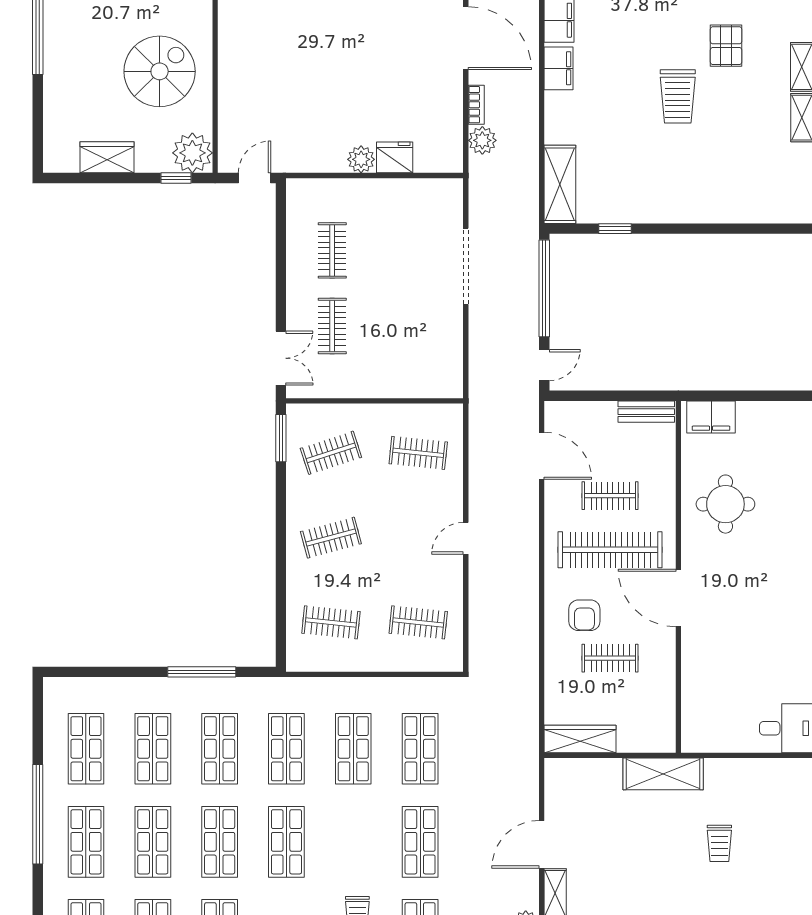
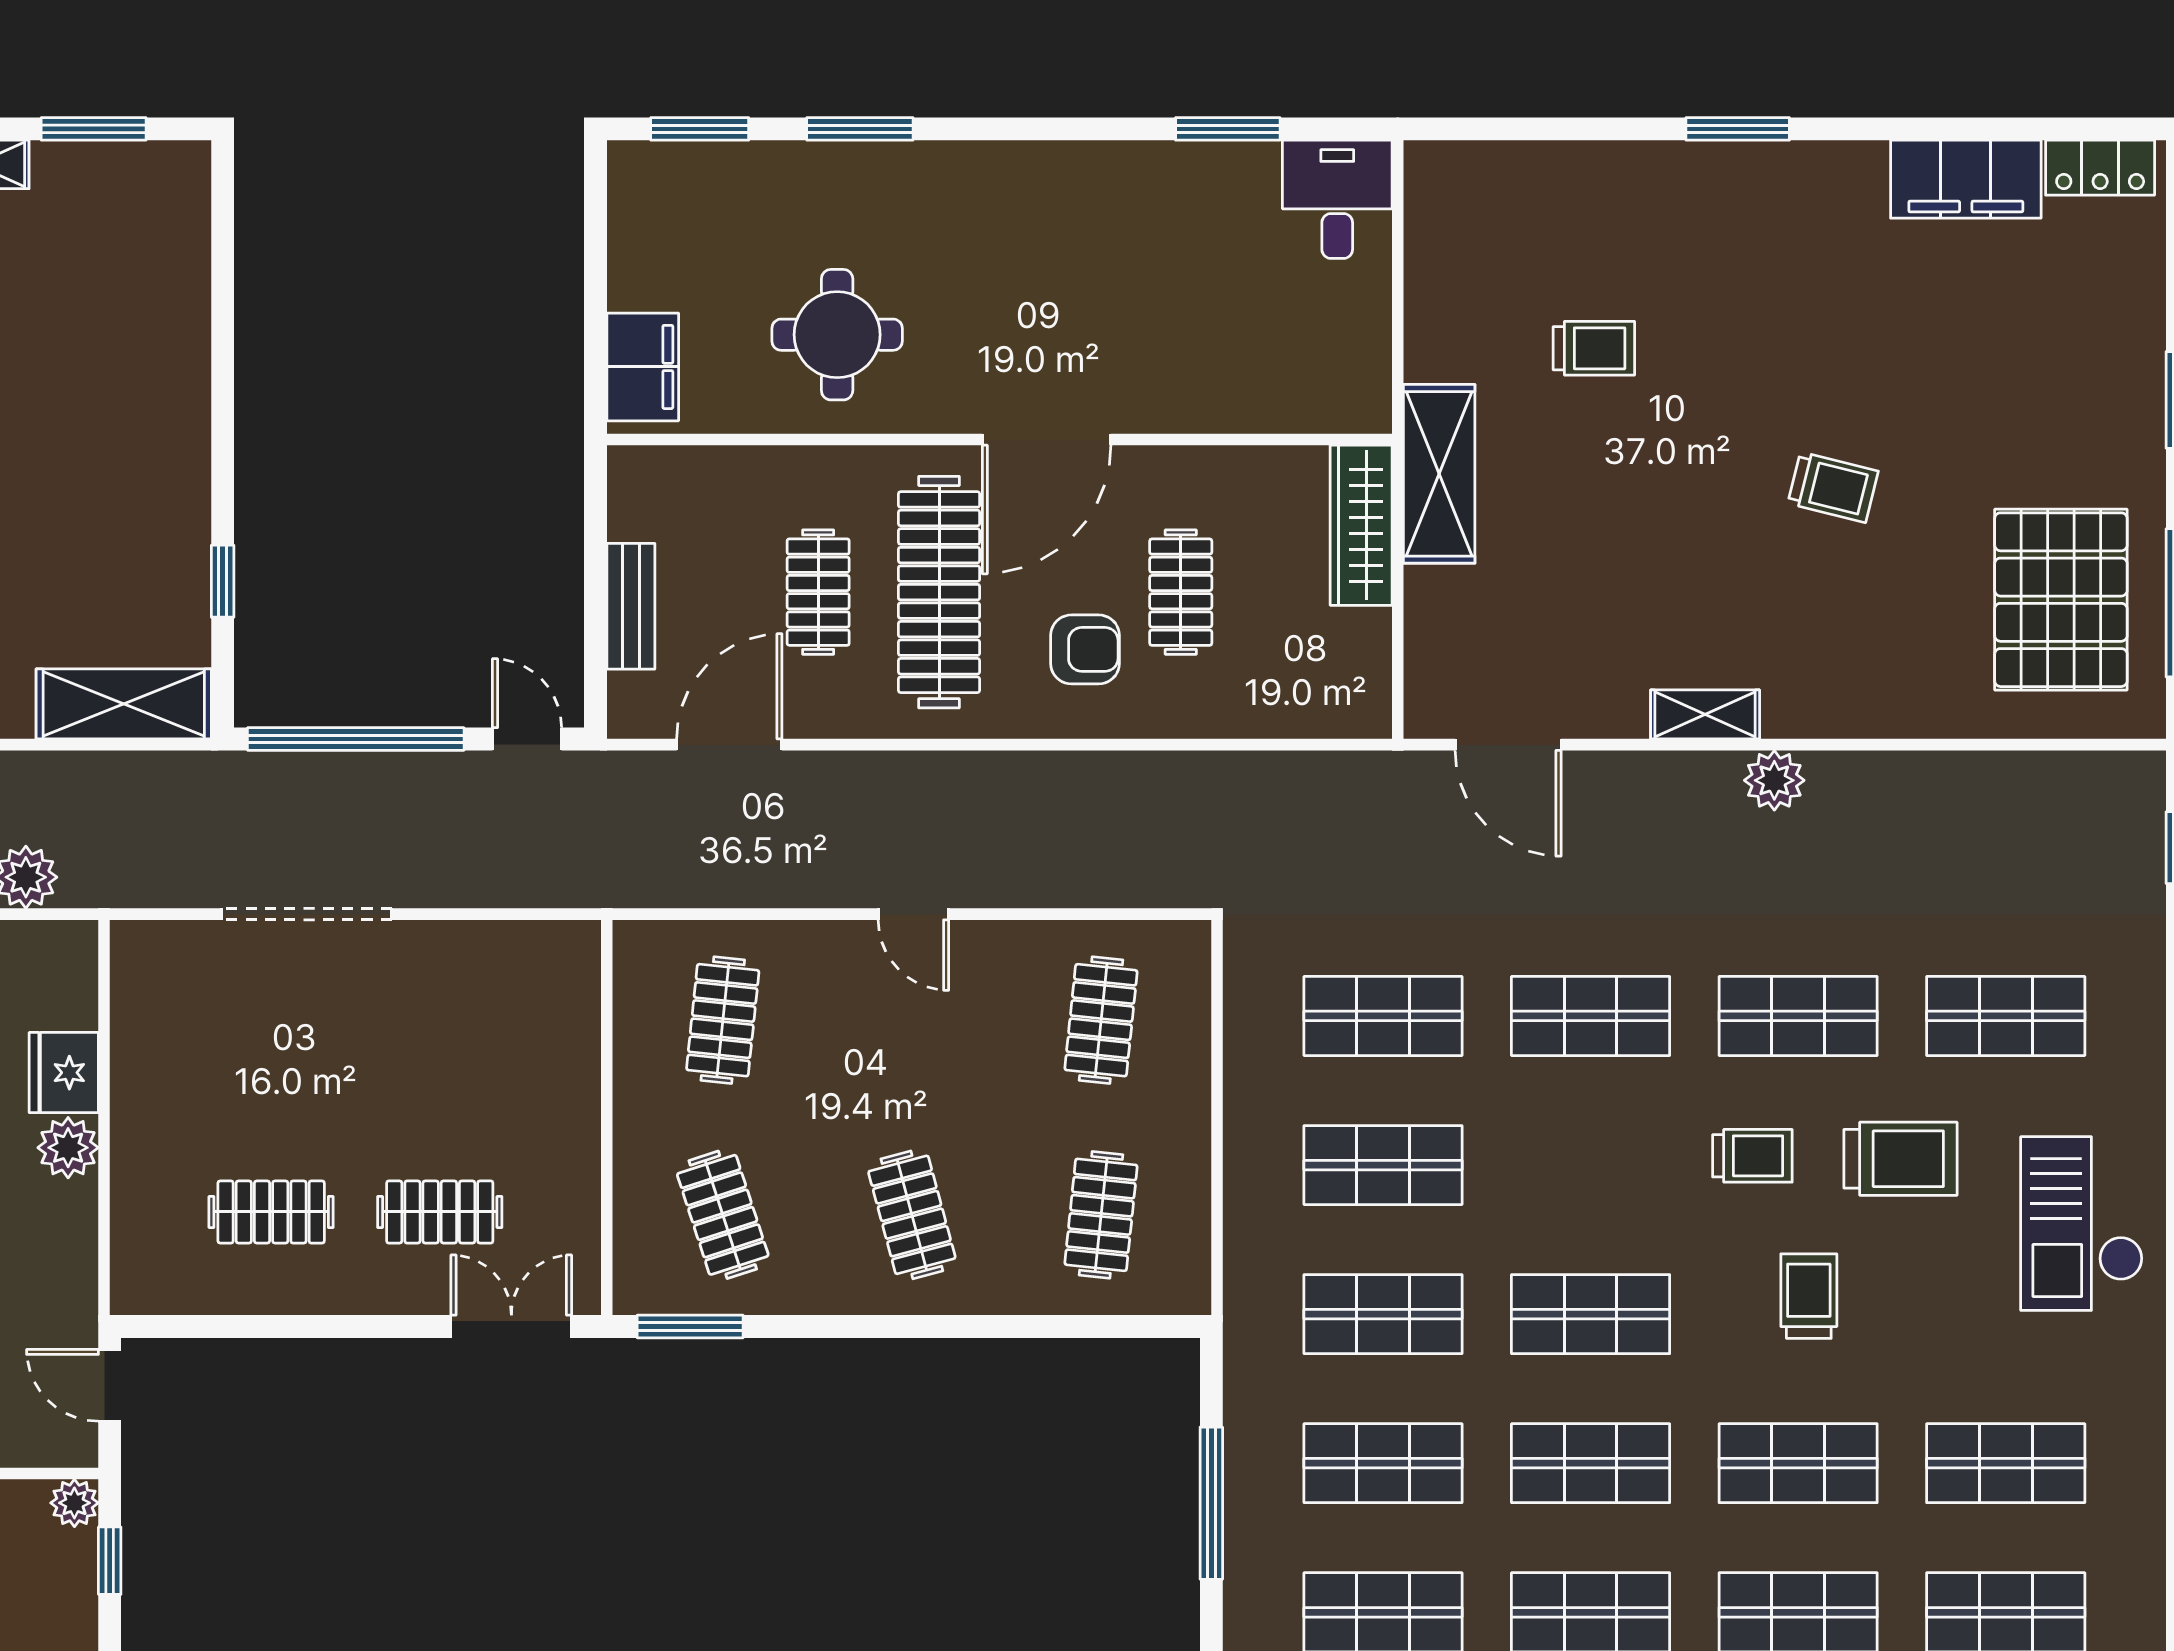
plant: (192, 153) -> (74, 1503), width x0.53, depth x0.53
bench: (646, 412) -> (631, 606), moved
wardrobe: (580, 739) -> (1361, 525), moved
door: (542, 844) -> (1508, 745), moved

